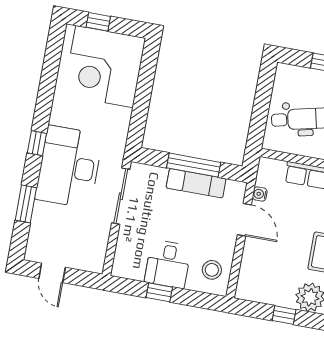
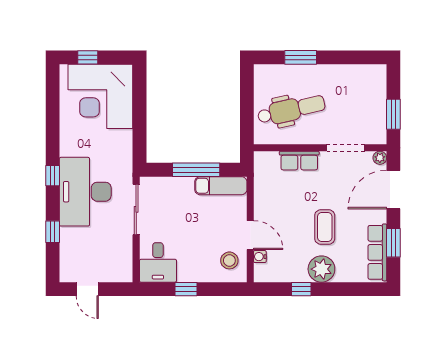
exam couch: (196, 183) -> (221, 186), moved
water cooler: (260, 194) -> (260, 257), moved
window: (26, 204) -> (53, 232), width x0.67
door: (244, 220) -> (250, 235), moved
desk: (168, 264) -> (158, 262), moved

